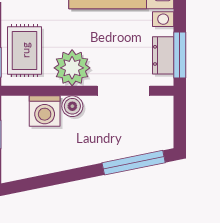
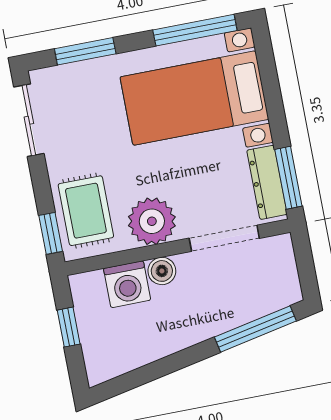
dresser: (163, 55) -> (267, 182), width x1.44

